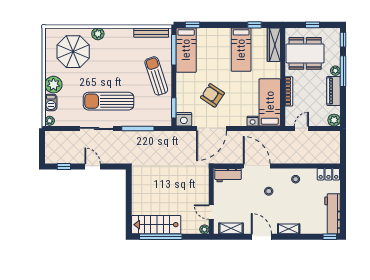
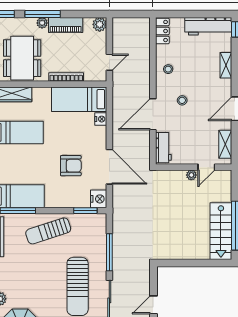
armchair: (212, 95) -> (71, 166), turned -124
door: (301, 128) -> (109, 62), swing flipped
plant: (204, 229) -> (191, 175), moved
shelving: (289, 229) -> (226, 65), moved

